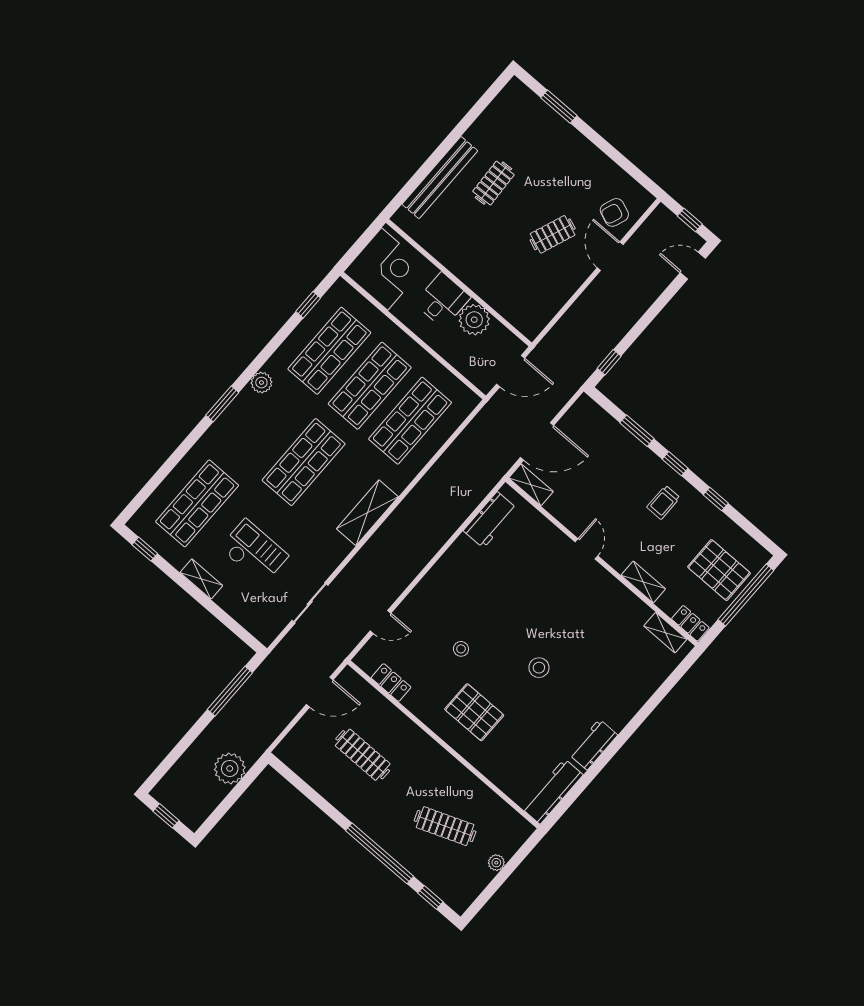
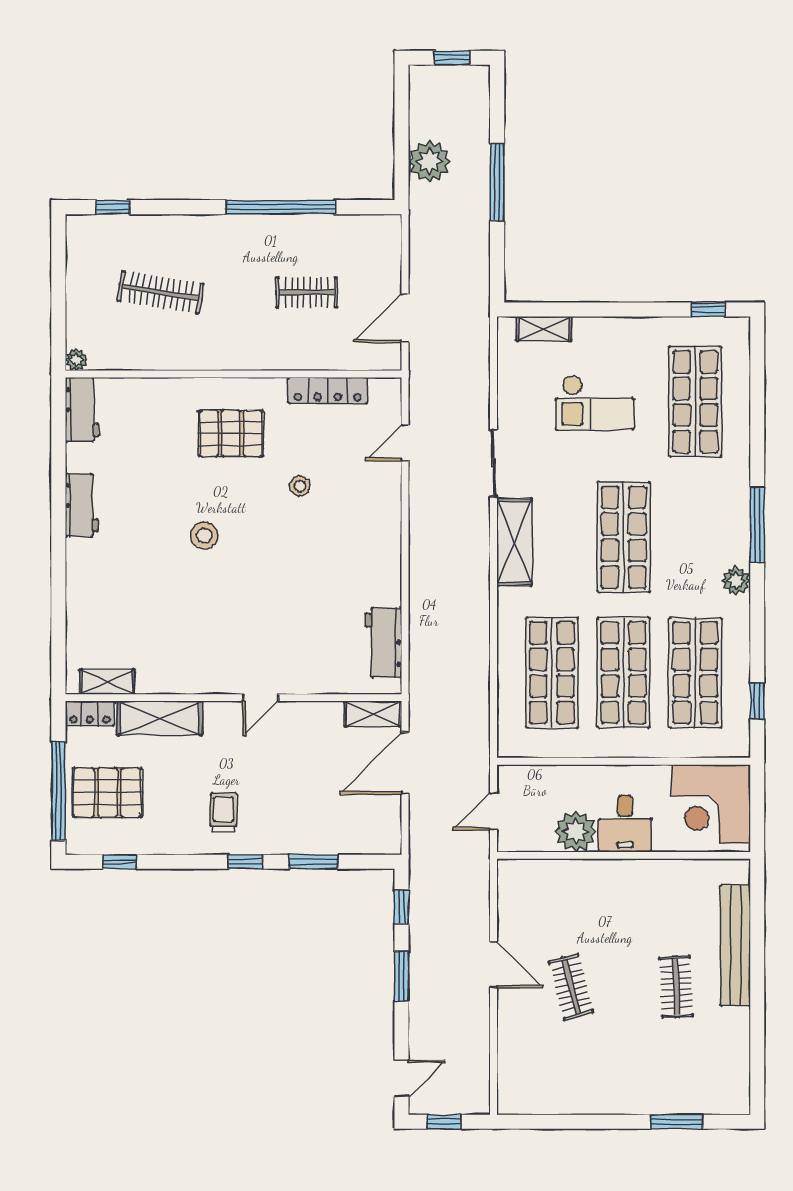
armchair: (614, 212) -> (528, 1063), removed
clothes rail: (553, 234) -> (571, 987), turned -36
door: (610, 256) -> (494, 965), moved
window: (643, 323) -> (401, 976), added
door: (511, 371) -> (494, 811), width x0.73
window: (222, 404) -> (757, 525), width x1.44
window: (716, 499) -> (120, 862), moved
door: (587, 549) -> (260, 698), hinge flipped
shelving: (201, 579) -> (544, 329), moved
shelving: (643, 582) -> (160, 718), width x1.50, depth x1.33
sliding door: (310, 603) -> (494, 463), moved
locker: (391, 683) -> (328, 390), width x1.53
window: (230, 691) -> (497, 182), moved
clothes rail: (363, 755) -> (307, 292), width x0.73
workbench: (552, 792) -> (82, 410), width x0.73
clothes rail: (445, 826) -> (160, 292), turned 30
window: (379, 853) -> (280, 207), moved
plant: (496, 863) -> (76, 360), moved

